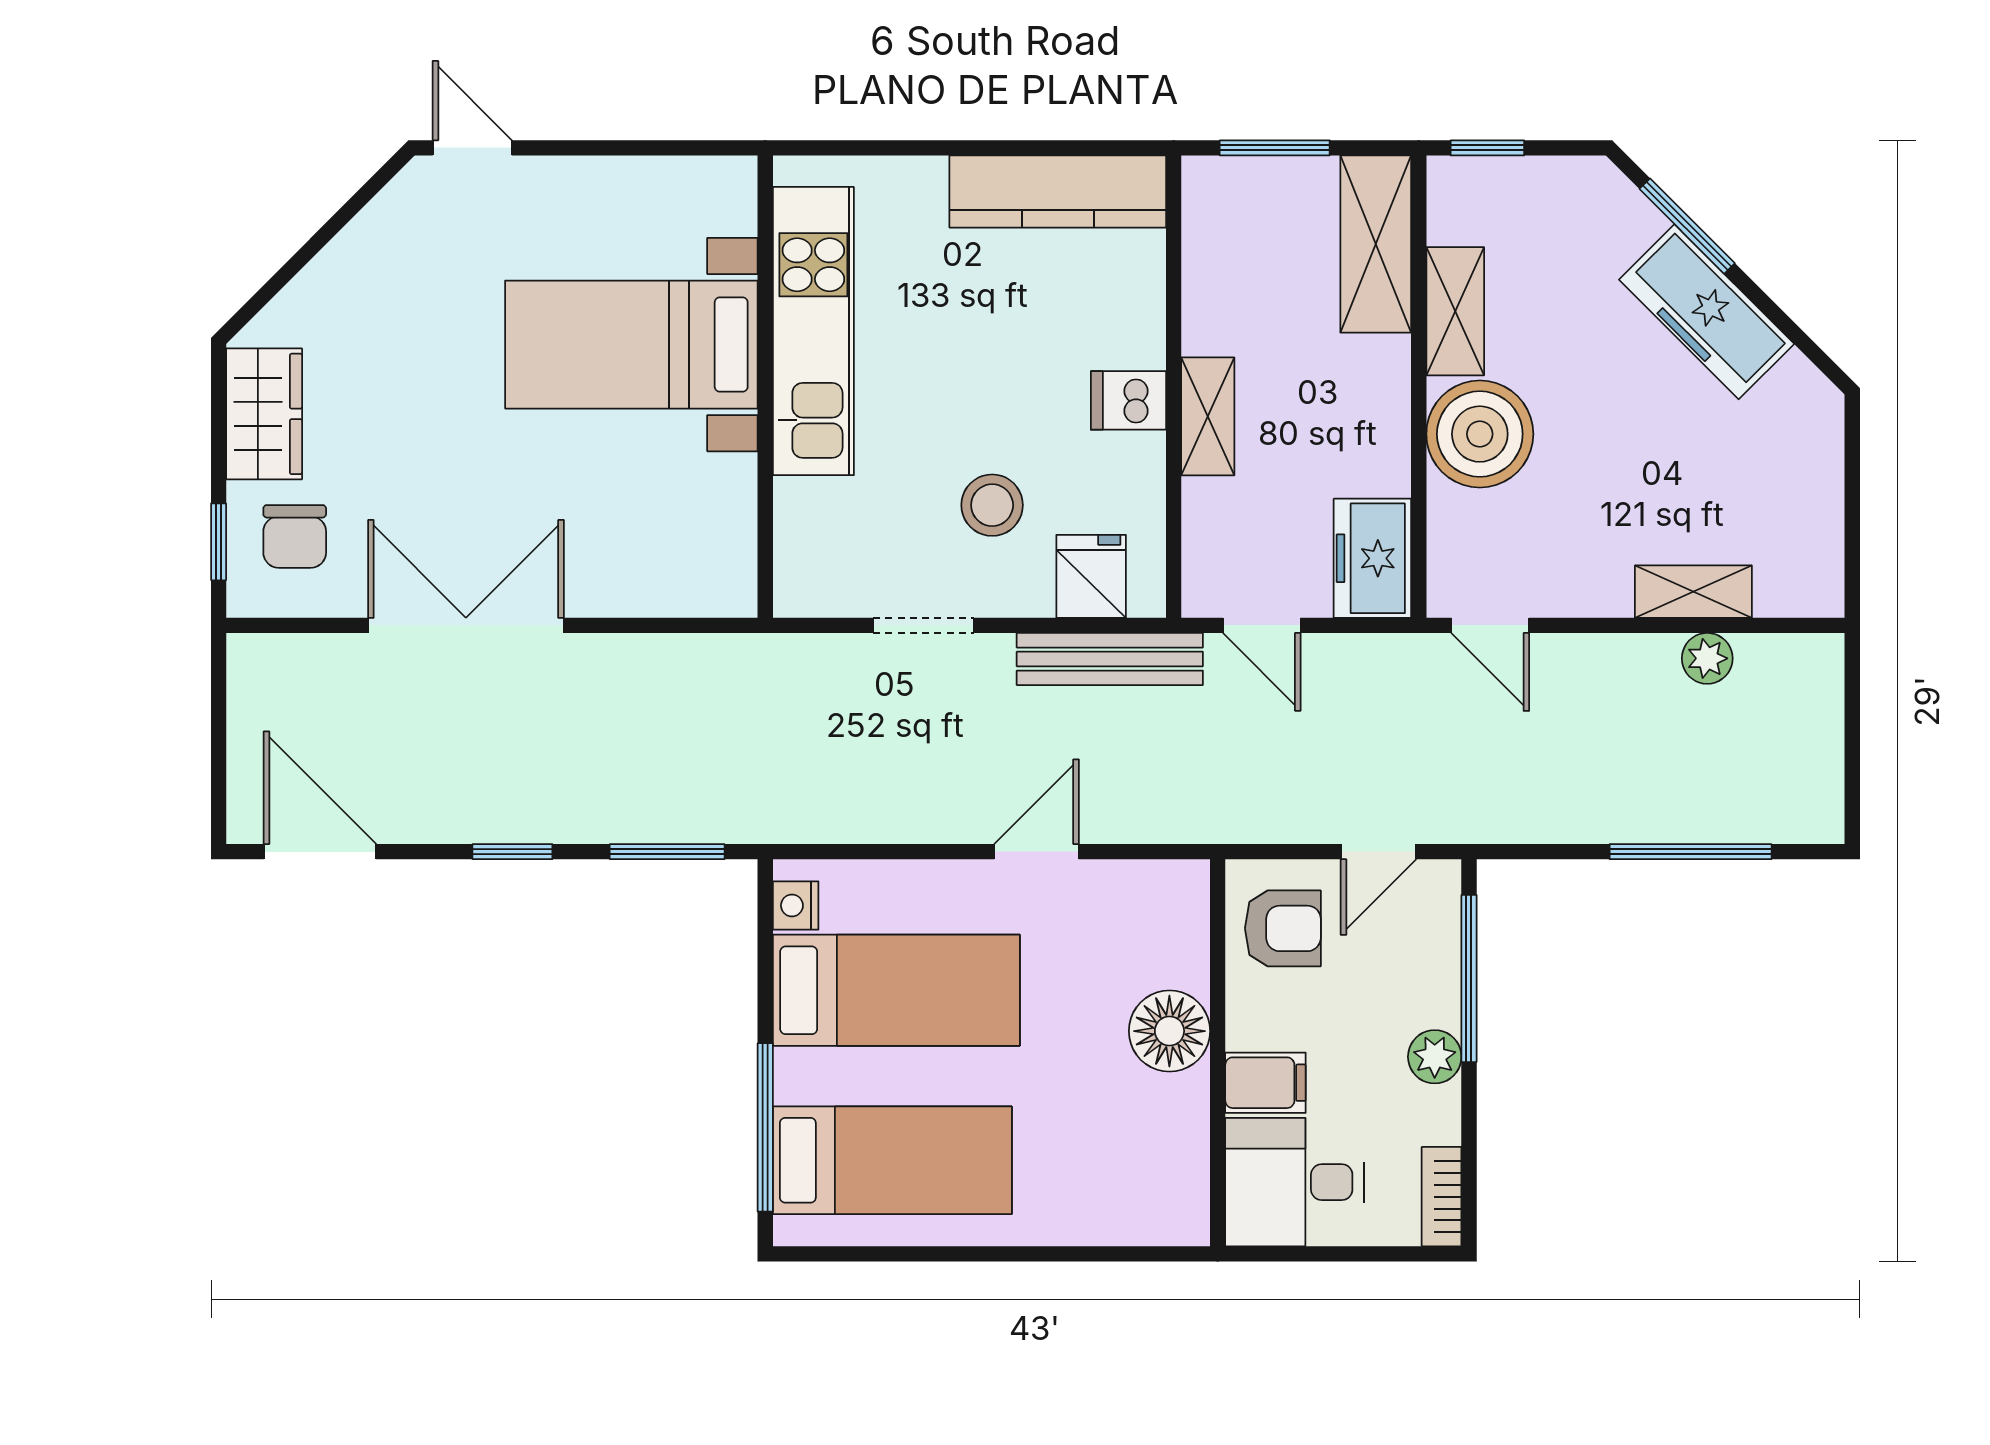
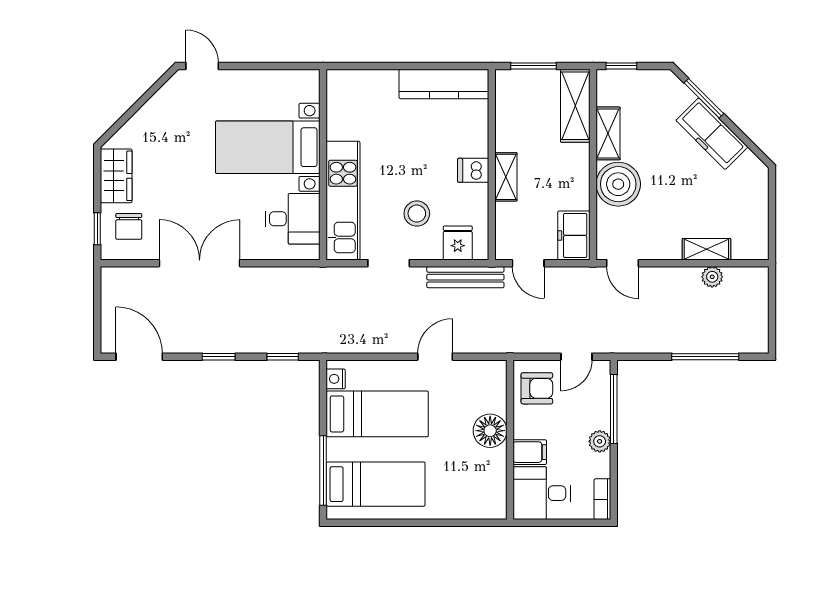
kitchen unit: (813, 331) -> (343, 201), moved
desk: (691, 518) -> (293, 219), added
window: (667, 852) -> (283, 357), width x0.67

